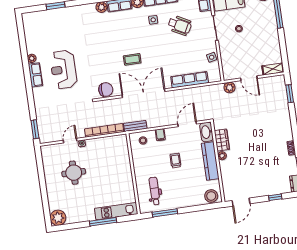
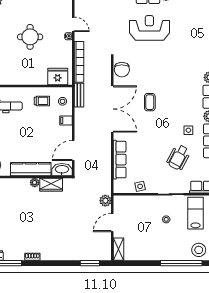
door: (187, 124) -> (73, 150), swing flipped
fridge: (121, 148) -> (58, 76), added
trolley: (175, 161) -> (42, 101), moved
round table: (74, 173) -> (30, 37), moved

